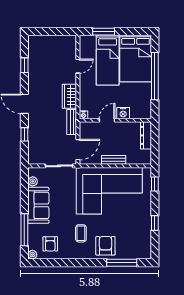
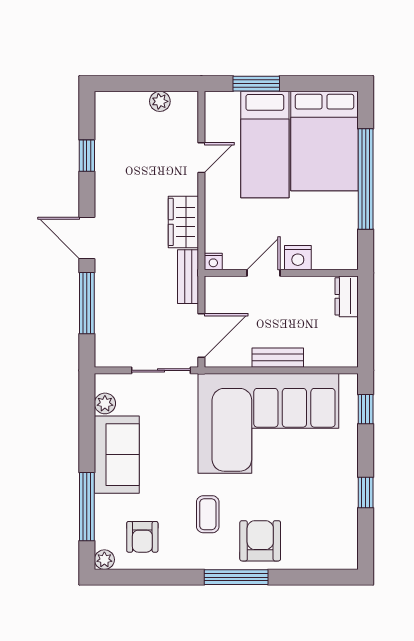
plant: (58, 40) -> (160, 101), added
window: (24, 134) -> (87, 303), width x2.17
dresser: (146, 135) -> (347, 296), width x0.70
window: (122, 263) -> (236, 577), moved

